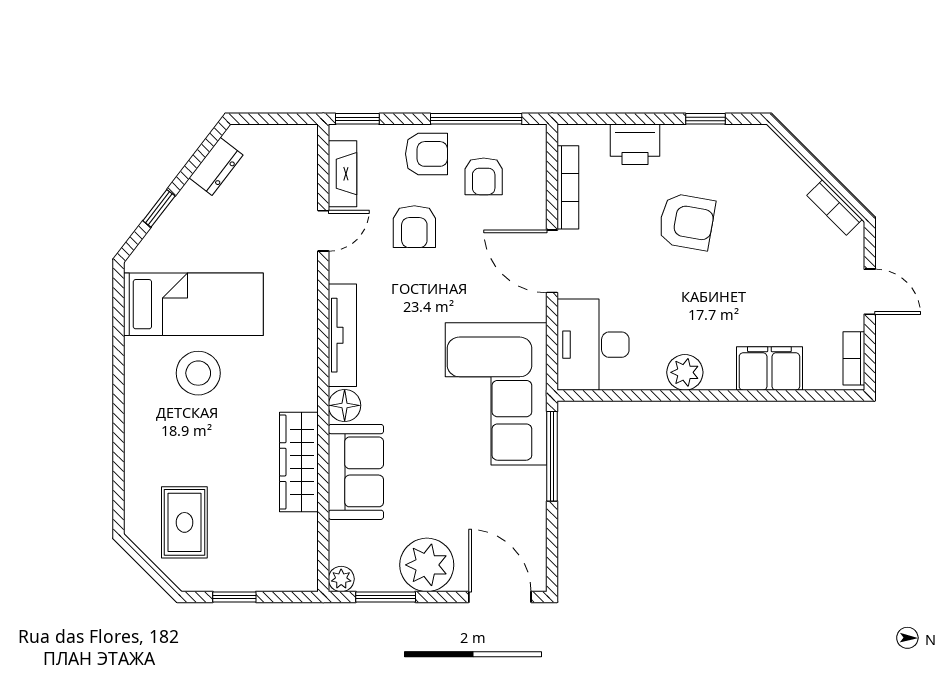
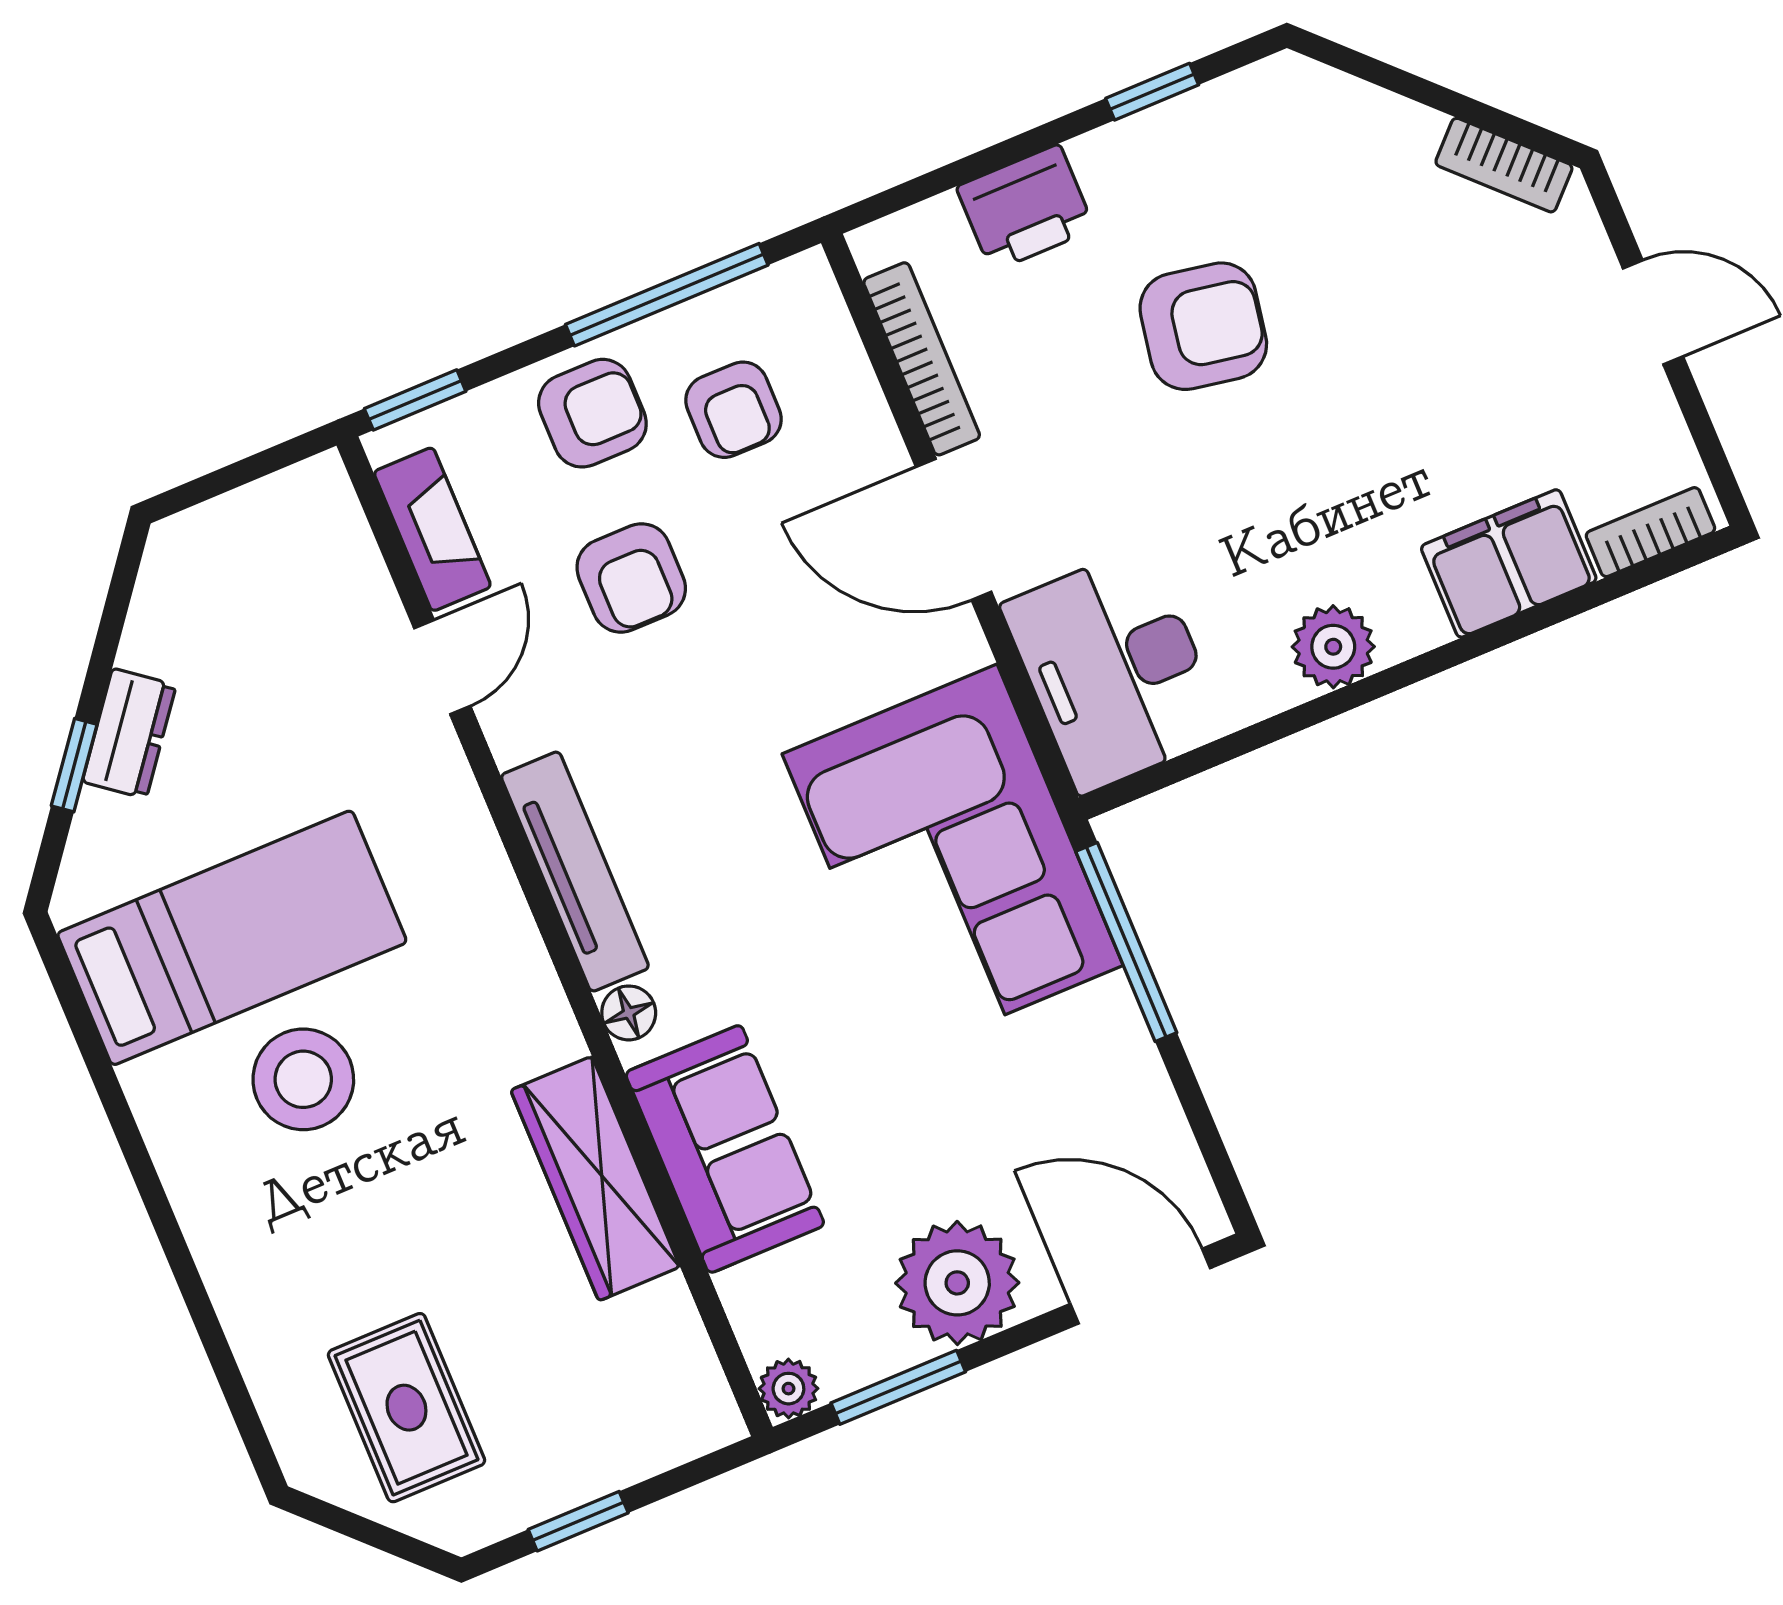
dresser: (216, 166) -> (129, 733), moved
bookcase: (854, 358) -> (1650, 532), moved, turned 90
floor lamp: (345, 405) -> (629, 1013), width x0.73, depth x0.73

